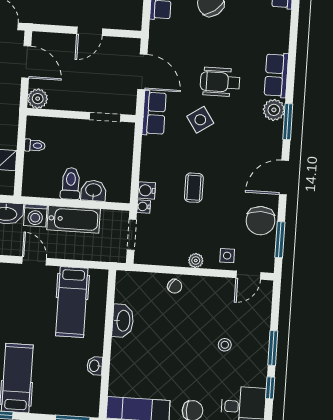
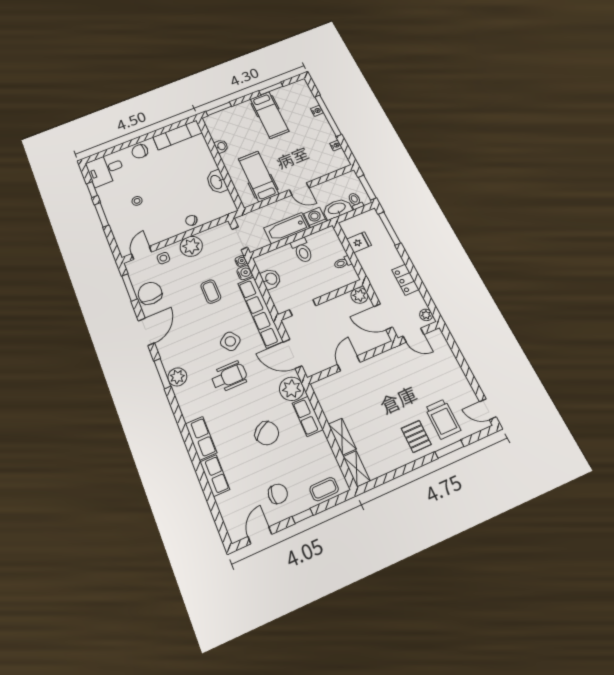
plant: (162, 35) -> (292, 389), added
row of seats: (276, 75) -> (201, 438), moved
row of seats: (154, 113) -> (260, 312), width x2.02
washbasin: (93, 191) -> (271, 279), moved, turned -90
plant: (196, 261) -> (191, 246), width x1.88, depth x1.88

